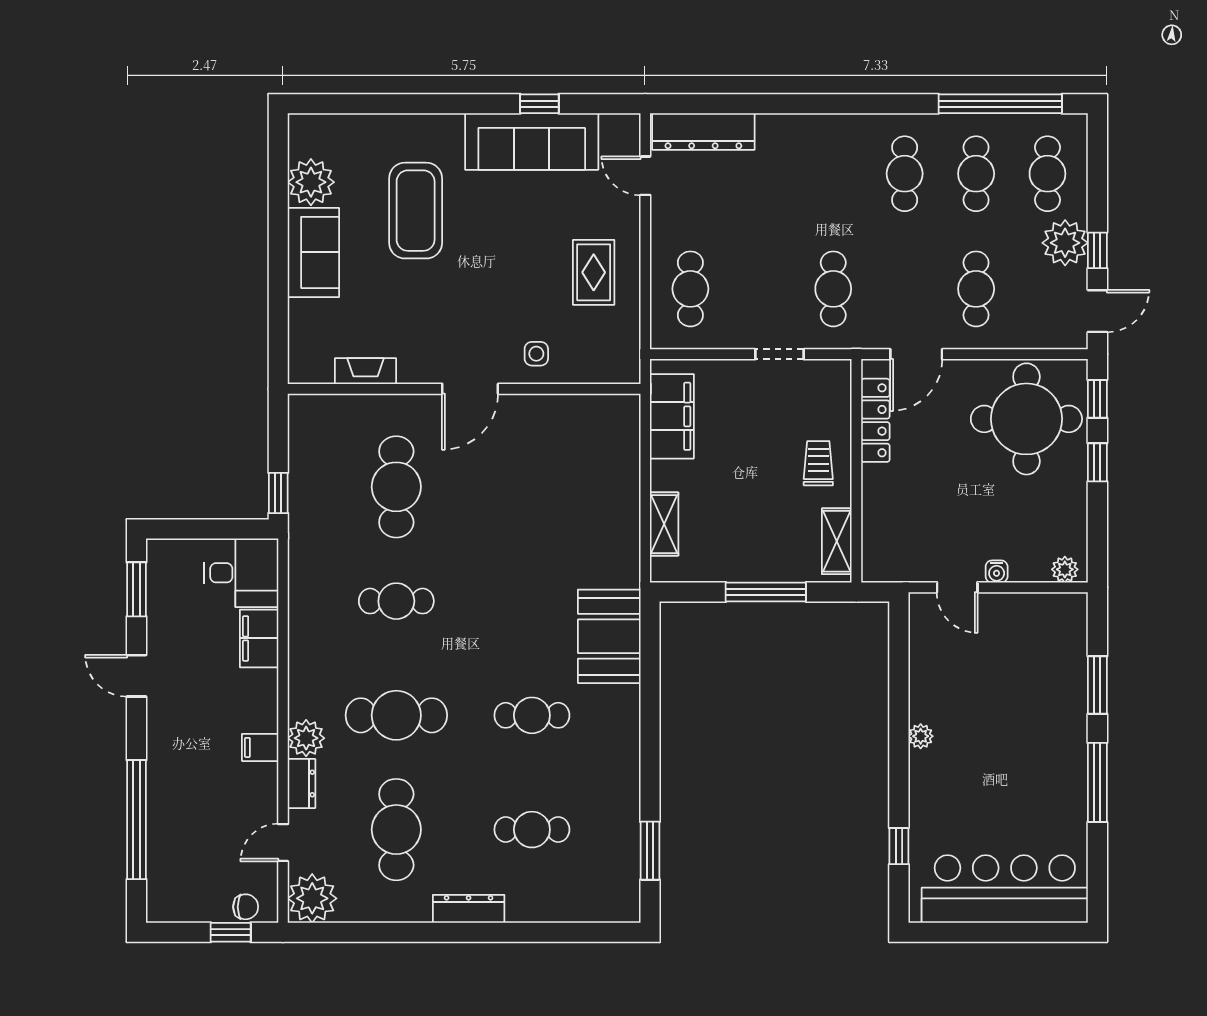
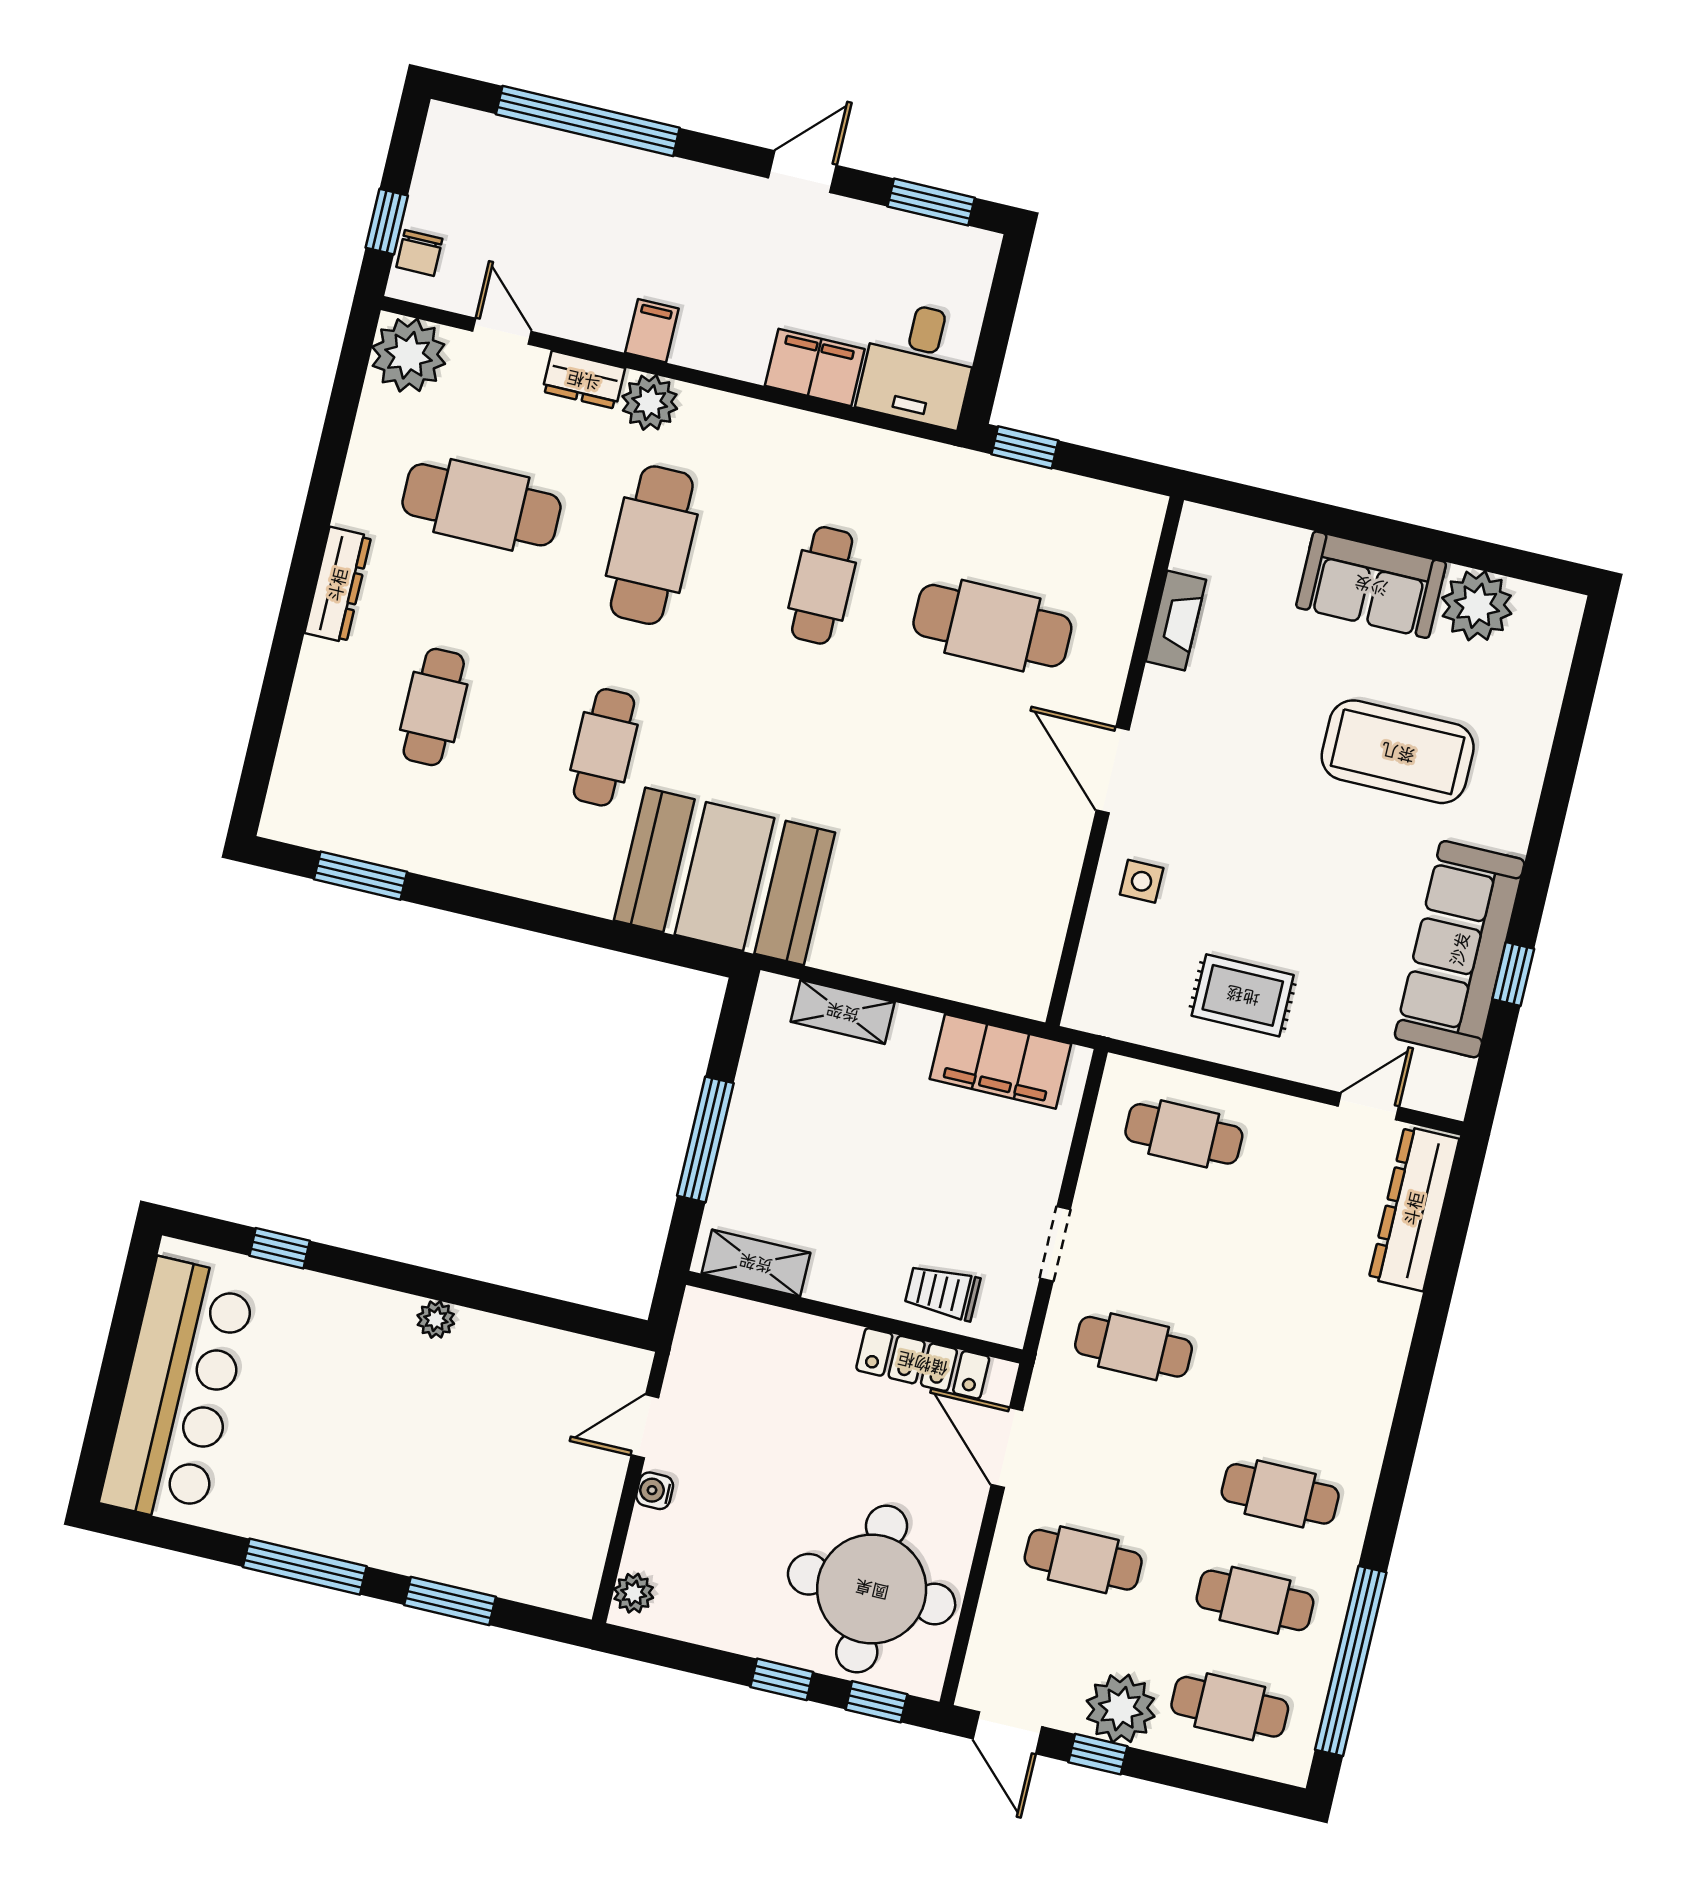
trolley: (818, 463) -> (942, 1292), moved, turned 180
booth: (609, 636) -> (724, 876), width x1.36, depth x1.42

